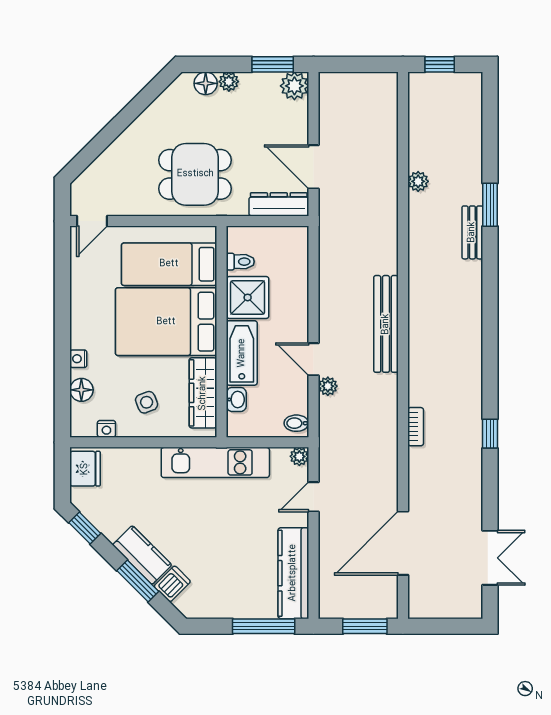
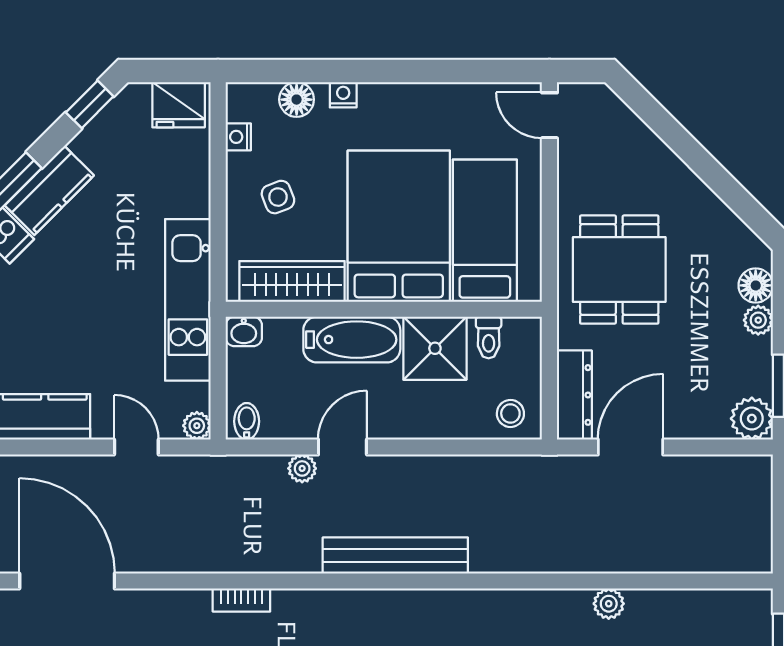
stool: (291, 247) -> (510, 414), added
washbasin: (236, 399) -> (244, 331), moved

